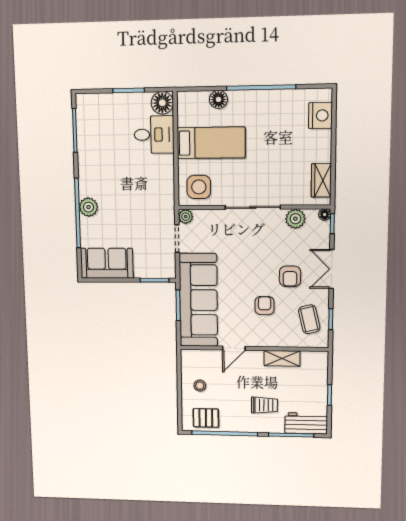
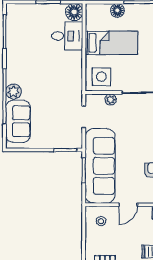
plant: (186, 217) -> (111, 100), moved
sofa: (107, 263) -> (18, 121), moved, turned 90
stool: (200, 386) -> (101, 221), moved

